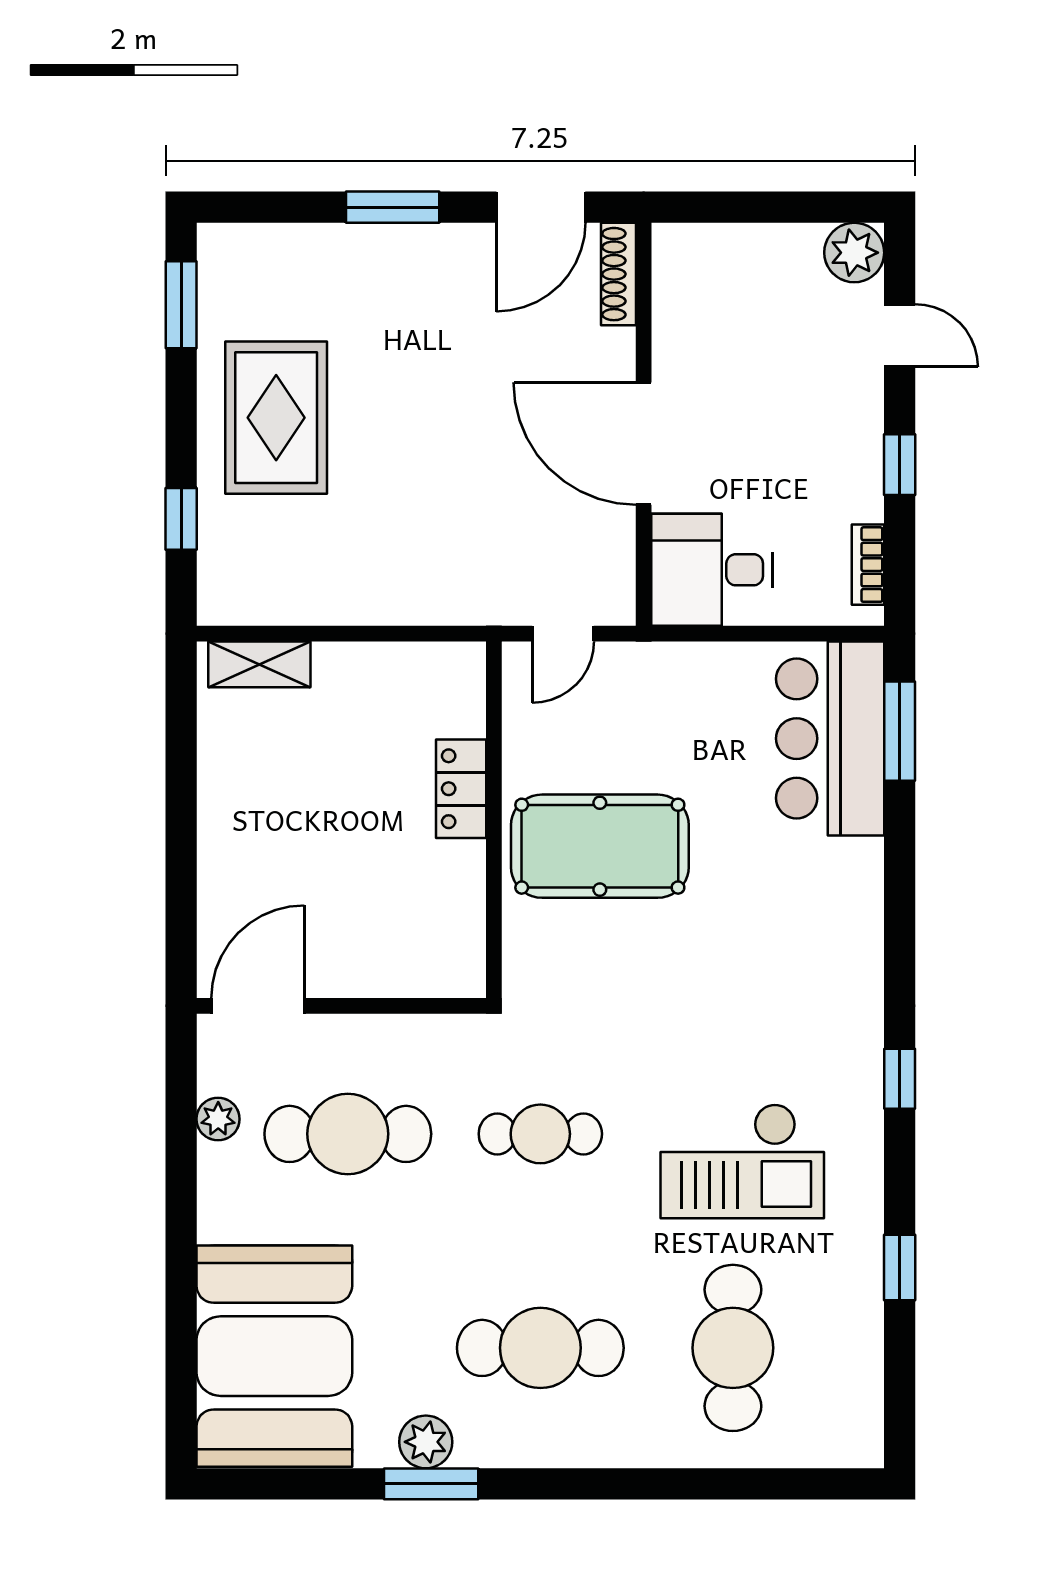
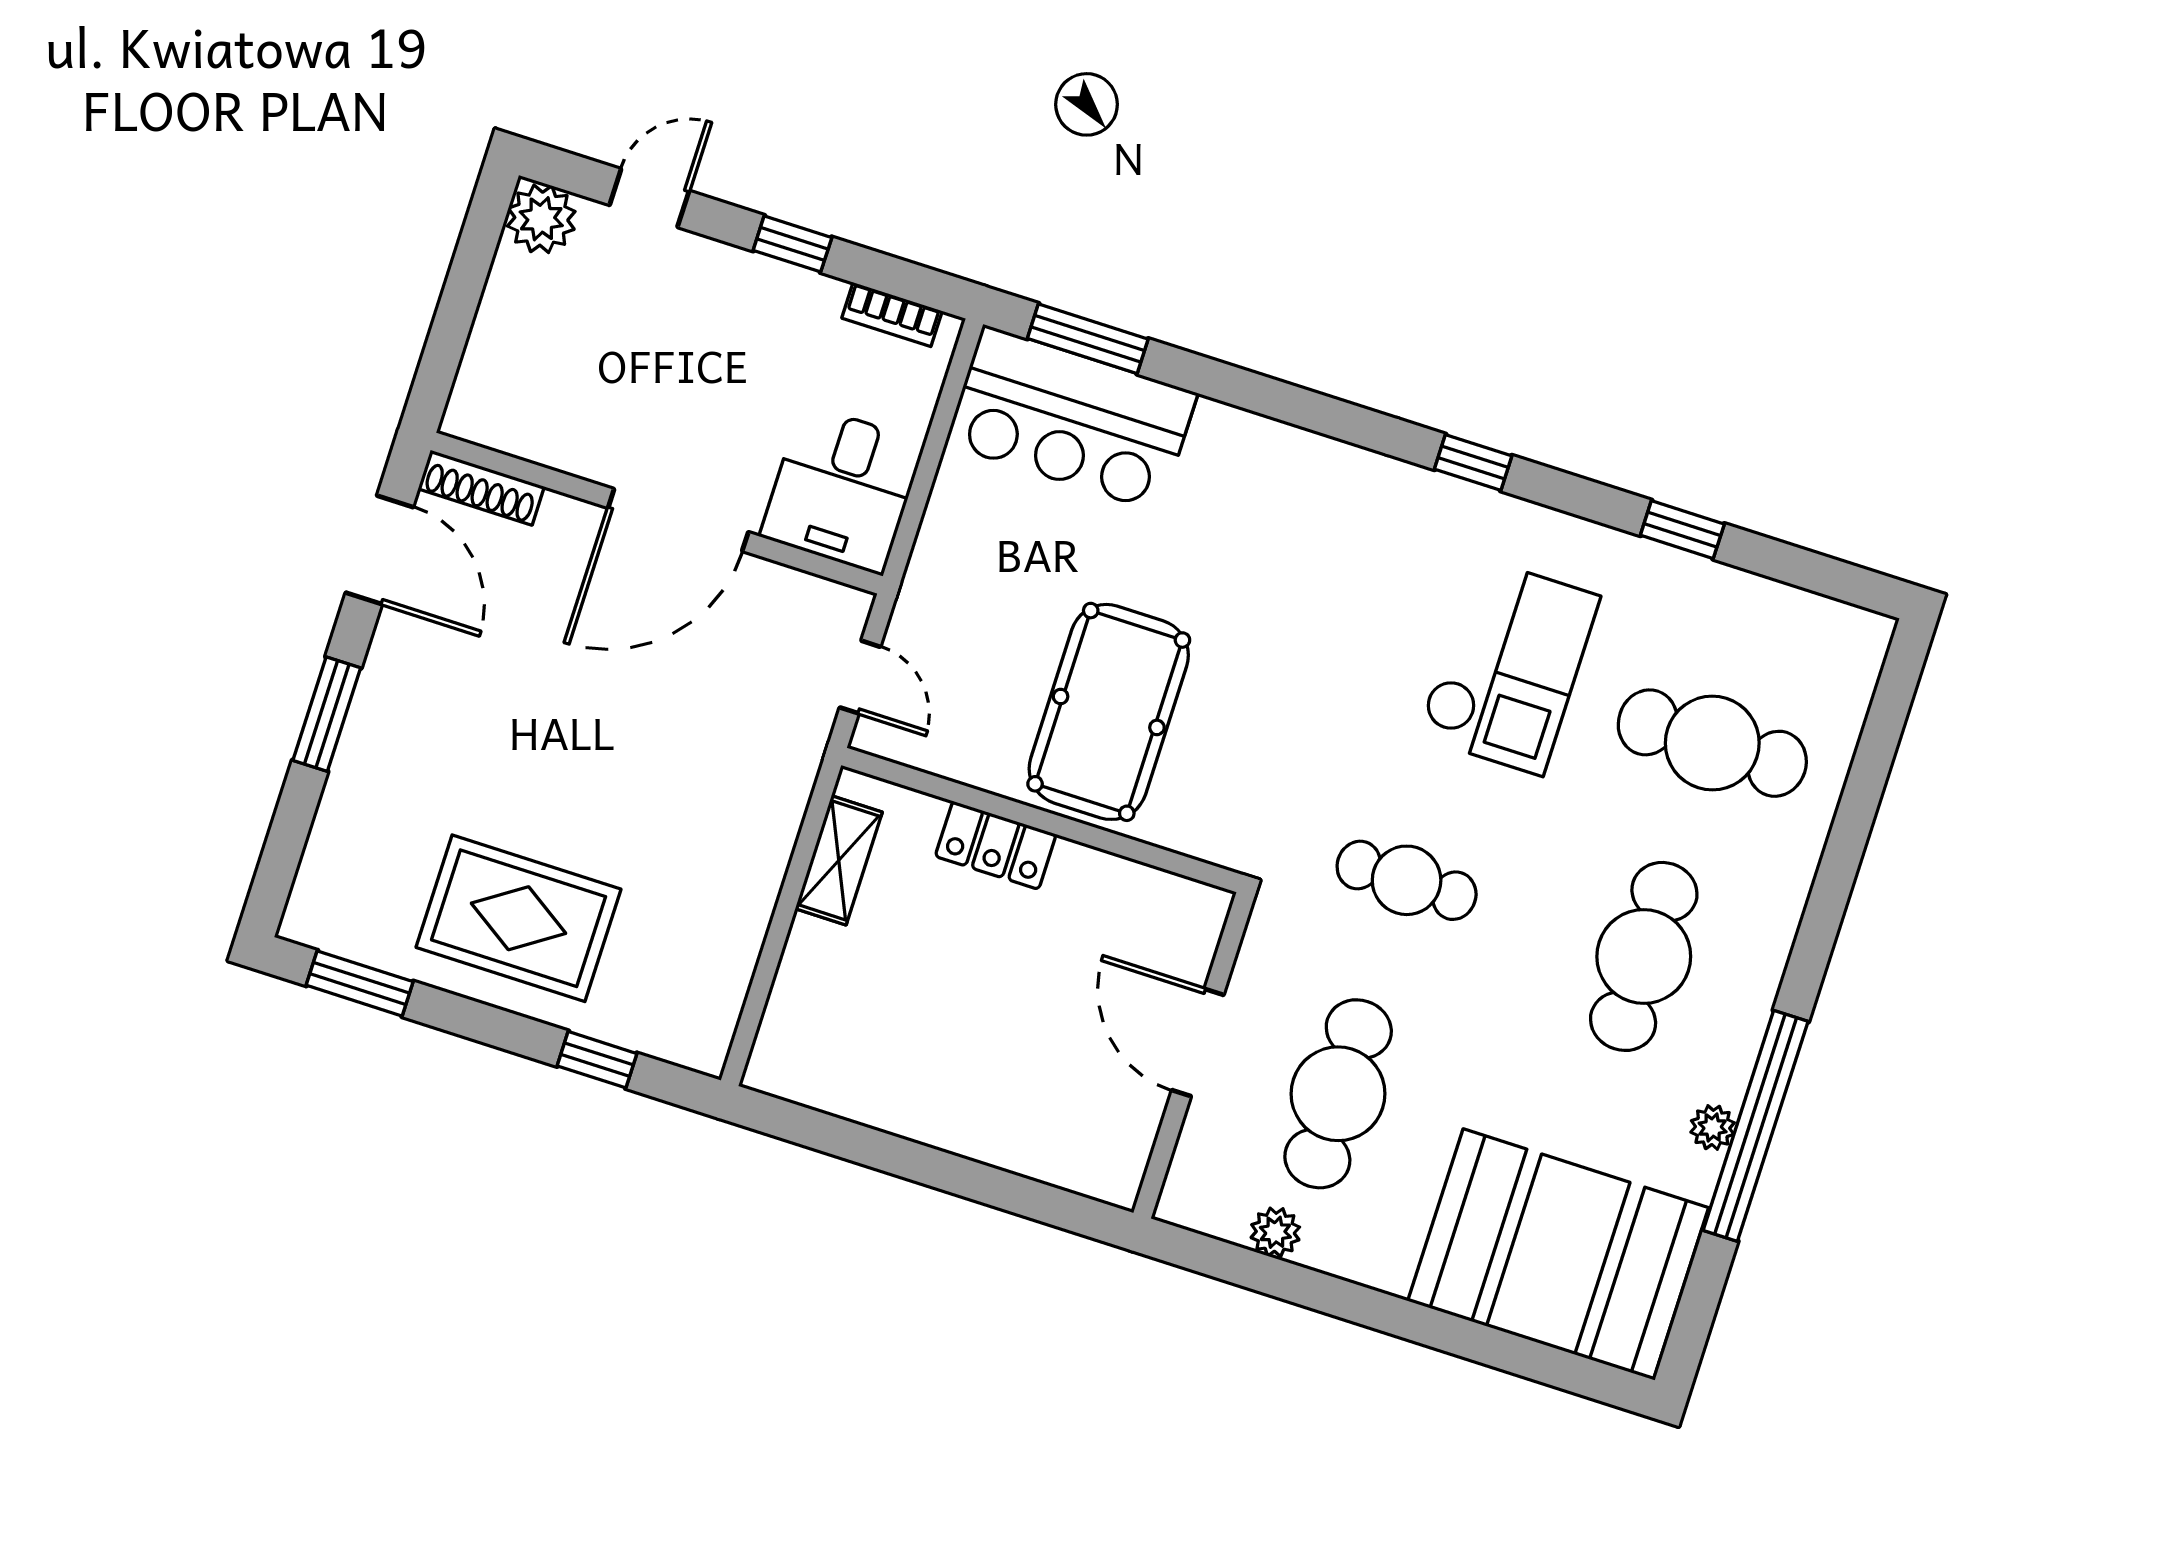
shelving: (259, 664) -> (839, 860), moved
door: (258, 1006) -> (1198, 1042), moved
cafe table: (540, 1134) -> (1407, 880), turned 90
plant: (426, 1442) -> (1713, 1127), width x0.73, depth x0.73
window: (431, 1484) -> (1756, 1126), width x2.11

